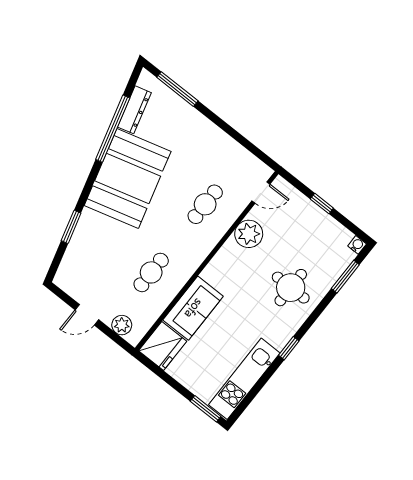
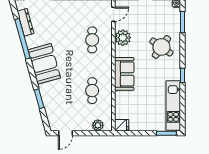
booth: (128, 179) -> (44, 64), width x0.73, depth x0.70
round table: (291, 288) -> (161, 47), turned 35
sofa: (193, 308) -> (124, 74), moved
door: (87, 315) -> (65, 133), moved
fridge: (163, 346) -> (122, 125), width x0.53, depth x0.75

